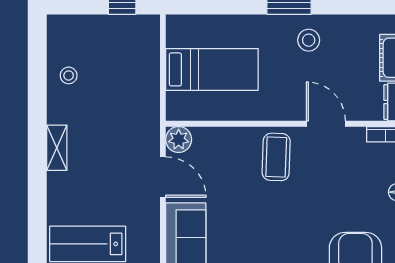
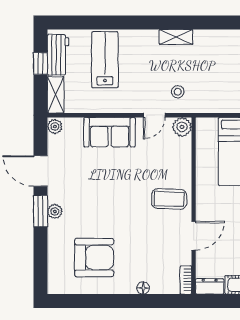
stool: (69, 75) -> (178, 92), moved
door: (163, 177) -> (154, 115), width x0.73

